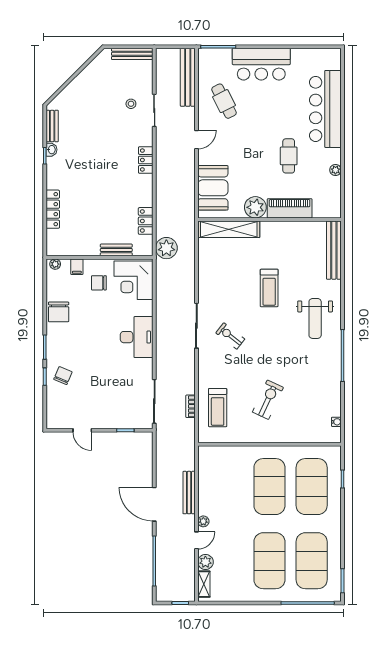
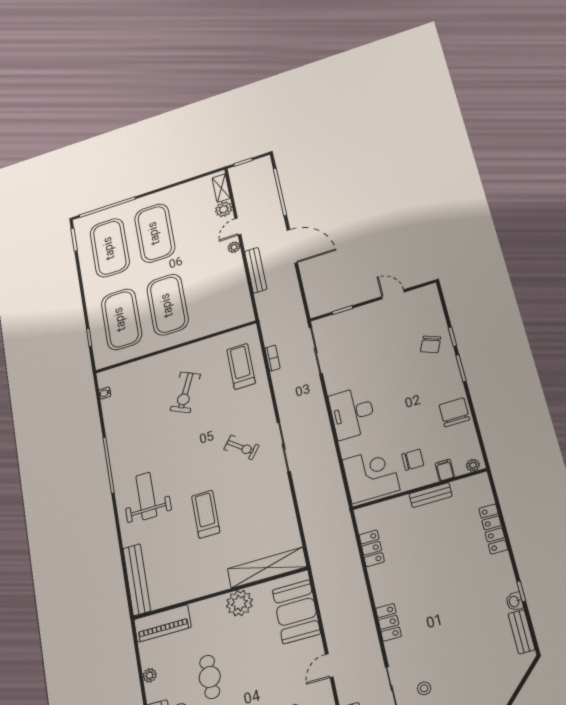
piano: (290, 208) -> (162, 623), moved
plant: (166, 248) -> (339, 524), removed
bench: (116, 250) -> (431, 495), moved

